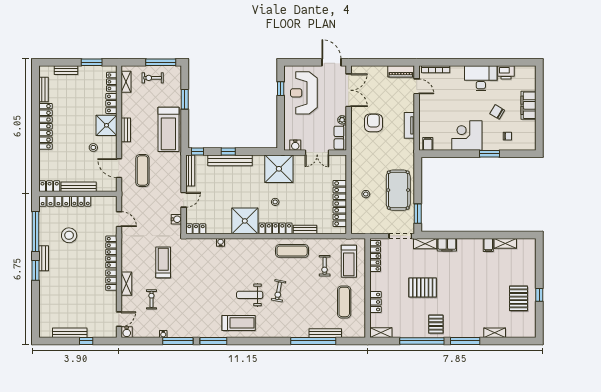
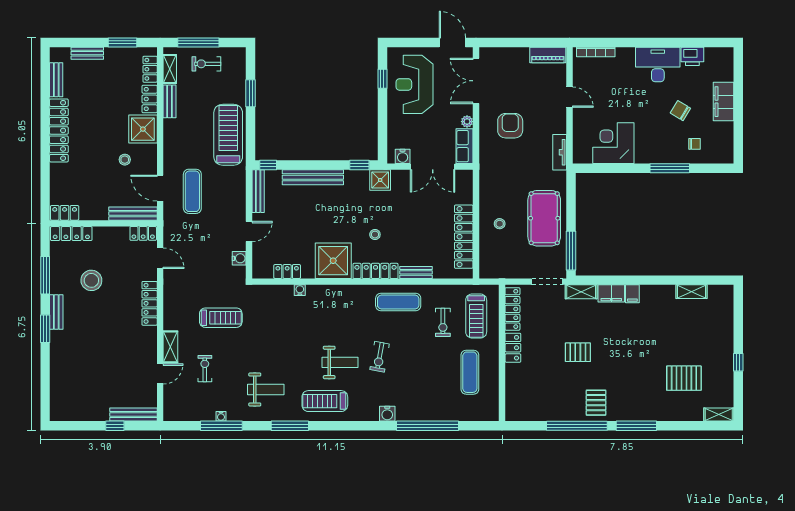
window: (161, 62) -> (198, 42), moved
door: (417, 86) -> (570, 97), moved
double door: (349, 90) -> (476, 81), swing flipped
tv unit: (409, 125) -> (560, 152), moved
treadmill: (168, 129) -> (228, 135), turned 180
bench: (126, 130) -> (169, 101), moved
corner desk: (467, 135) -> (613, 143), moved
filing cabinet: (428, 144) -> (585, 155), removed
window: (228, 151) -> (359, 165), moved
double door: (317, 153) -> (433, 167), width x1.37
window: (489, 154) -> (670, 168), width x1.44
shower: (279, 169) -> (380, 180), width x0.54, depth x0.54
bench: (79, 187) -> (133, 214), moved
locker: (81, 201) -> (143, 233), moved
window: (418, 214) -> (571, 251), width x1.44
locker: (196, 229) -> (287, 272), moved
window: (35, 232) -> (45, 275), width x0.68
filing cabinet: (488, 245) -> (632, 294), moved
treadmill: (163, 262) -> (221, 318), turned 90
locker: (111, 280) -> (150, 342), removed
pallet: (423, 287) -> (578, 352), width x0.67, depth x0.71
weight bench: (250, 295) -> (340, 362), turned 180
pallet: (519, 298) -> (684, 378), moved, turned 90
locker: (375, 302) -> (513, 348), moved
weight bench: (196, 315) -> (266, 390), added
door: (119, 319) -> (160, 374), moved
treadmill: (239, 323) -> (325, 401), turned 180
water cooler: (127, 332) -> (387, 414), moved
bench: (70, 333) -> (133, 415), moved
bench: (325, 333) -> (444, 415), removed
shelving: (381, 333) -> (520, 414), removed
shelving: (495, 333) -> (719, 414), moved
window: (178, 341) -> (221, 426), moved

